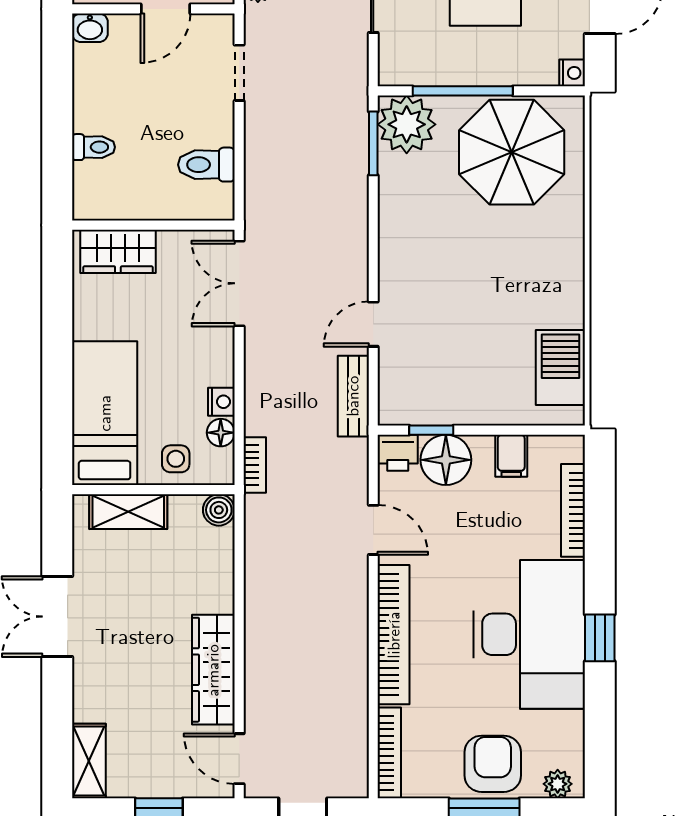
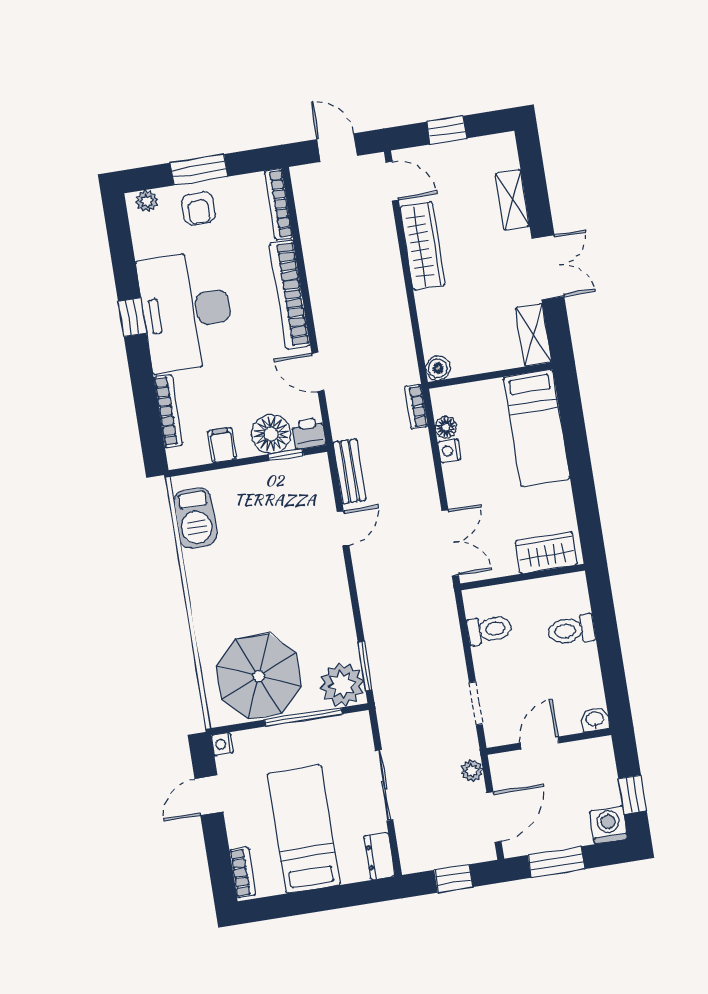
toilet: (93, 147) -> (571, 630), width x1.37, depth x1.39
side table: (176, 459) -> (477, 402), removed
shelving: (128, 512) -> (533, 335), moved, turned 90
shelving: (89, 761) -> (512, 200), moved
armchair: (493, 764) -> (198, 208), width x0.72, depth x0.72

